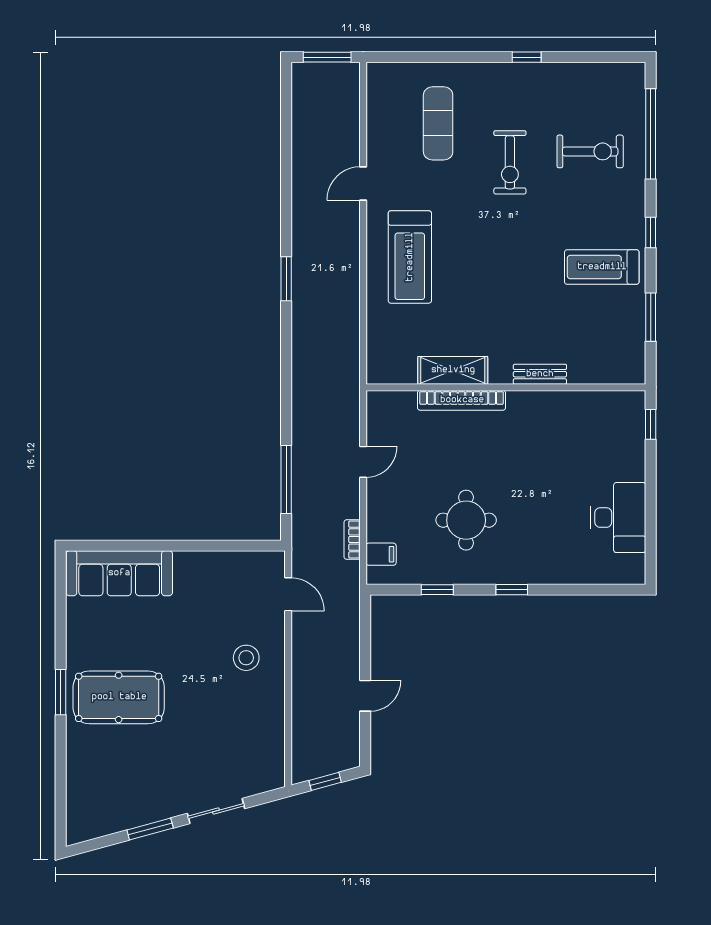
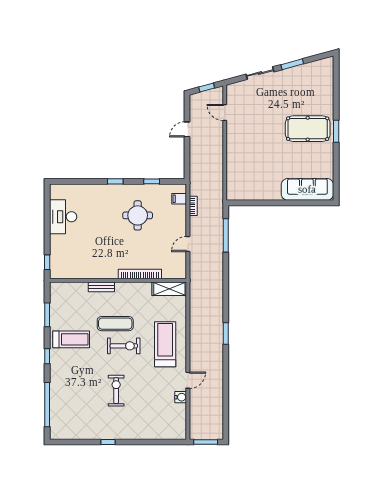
exercise mat: (438, 123) -> (115, 324), moved, turned 90
water cooler: (378, 149) -> (181, 397), added
exercise bike: (590, 151) -> (124, 346), moved, turned 180
shelving: (453, 370) -> (169, 289), moved
door: (288, 594) -> (225, 113), moved
stool: (246, 658) -> (245, 148), removed

